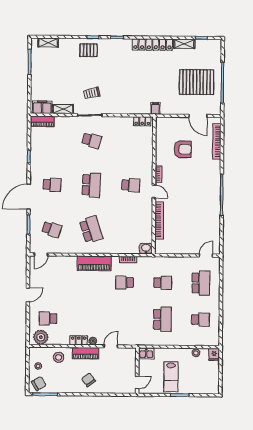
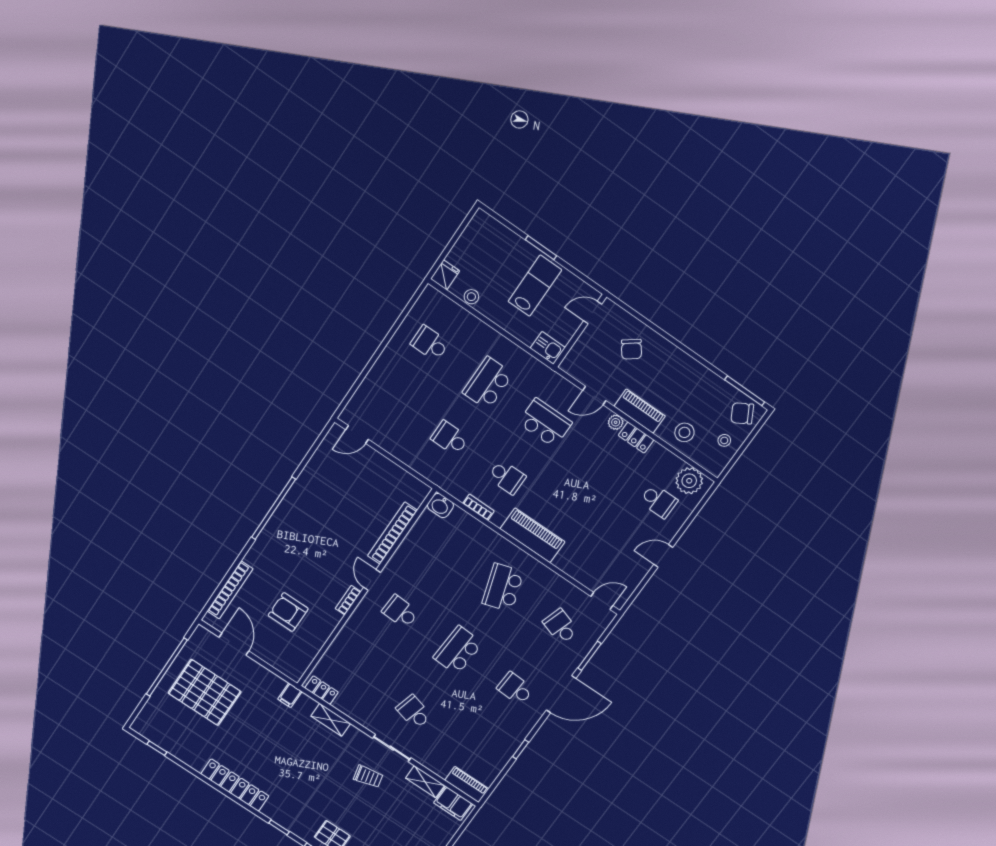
shelving: (184, 44) -> (331, 720), moved
school desk: (201, 283) -> (545, 423), moved, turned 90
chair: (88, 380) -> (631, 349), moved

